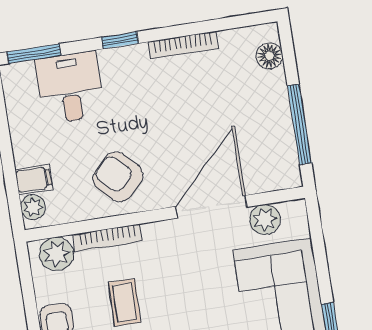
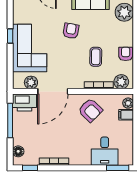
window: (120, 40) -> (30, 168), moved
printer: (273, 171) -> (24, 102), added

